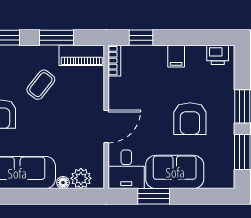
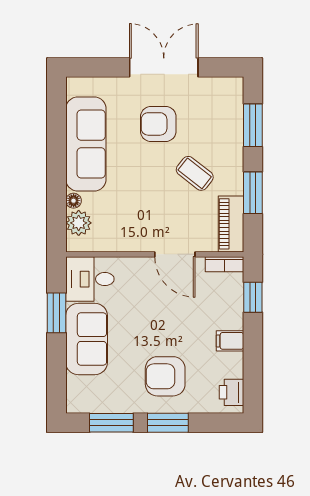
armchair: (190, 119) -> (165, 376), moved
door: (106, 126) -> (175, 254), moved

